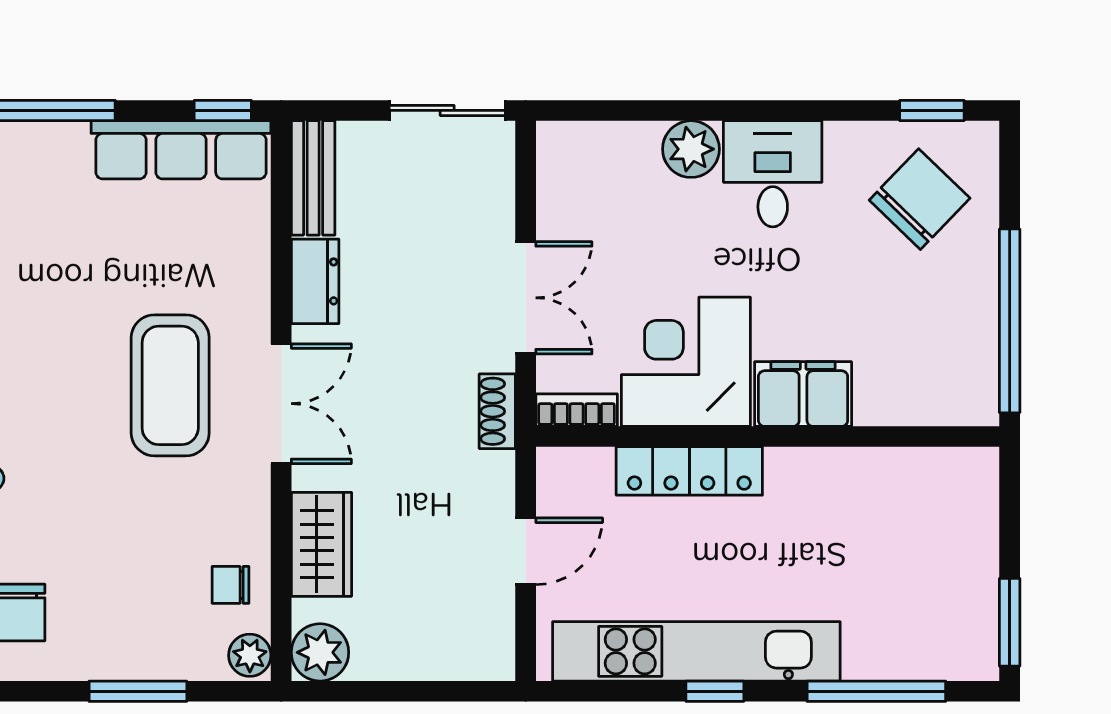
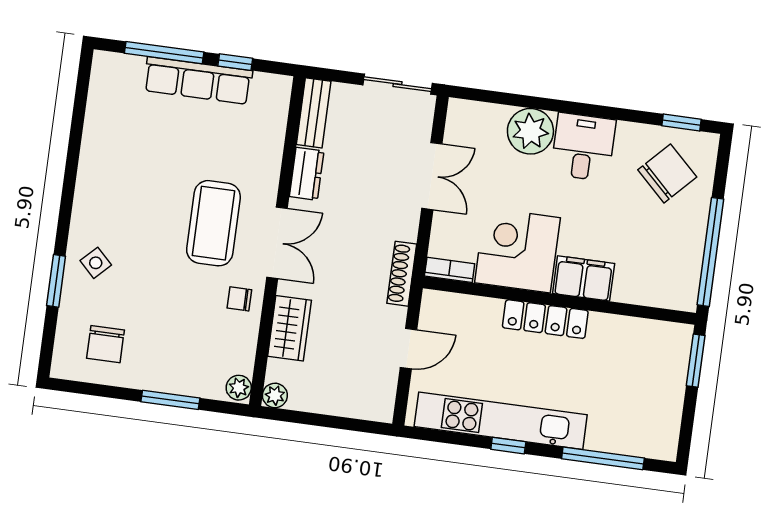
window: (223, 110) -> (235, 62), moved
plant: (691, 149) -> (530, 131), width x1.36, depth x1.36
row of seats: (181, 150) -> (198, 81), moved
double door: (526, 298) -> (432, 176), moved
shoe rack: (497, 411) -> (402, 274), width x1.43
locker: (689, 471) -> (545, 319), moved
chair: (230, 585) -> (239, 299), moved
window: (1010, 622) -> (696, 361), moved
plant: (320, 652) -> (275, 395), width x0.73, depth x0.73

